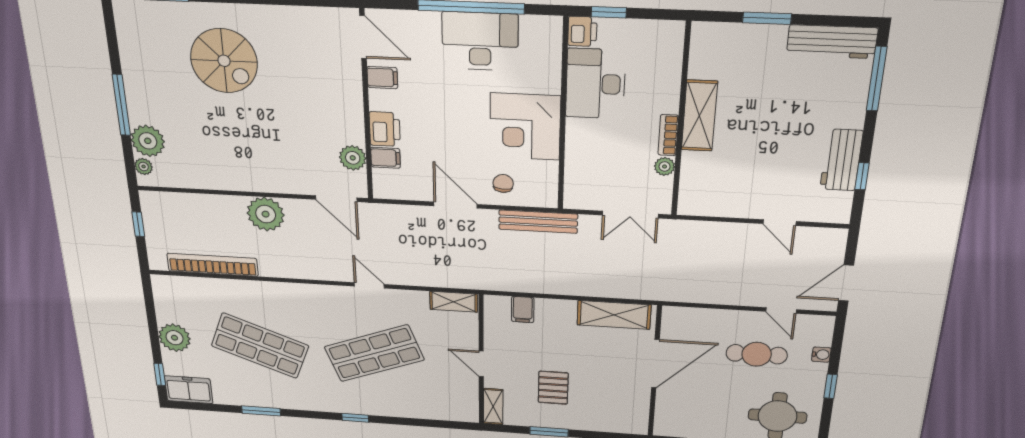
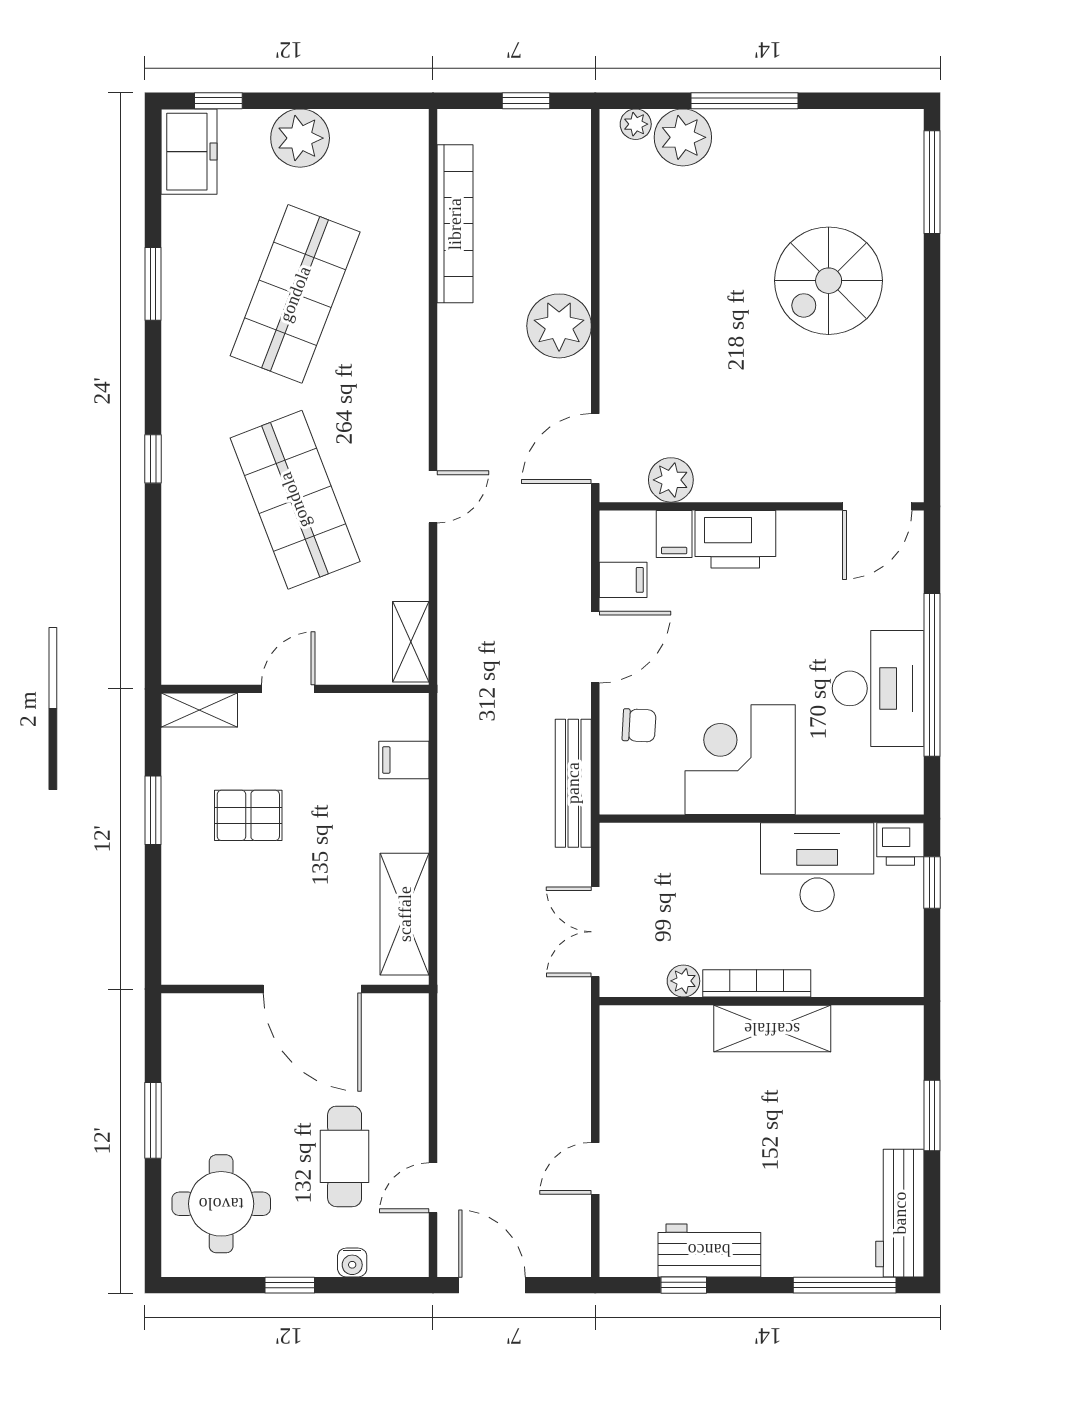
filing cabinet: (382, 78) -> (623, 580), moved, turned -90
printer: (385, 129) -> (735, 539), width x1.37, depth x1.19
bookcase: (668, 135) -> (757, 983), width x1.56

